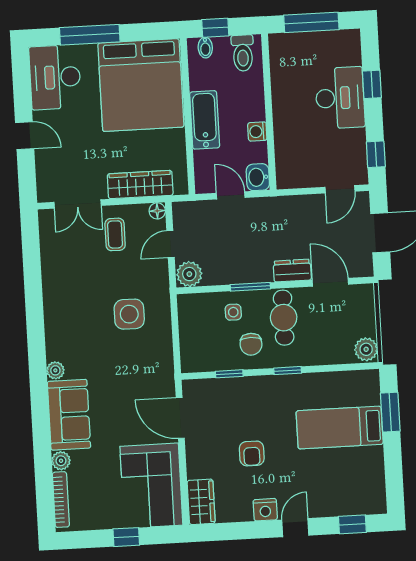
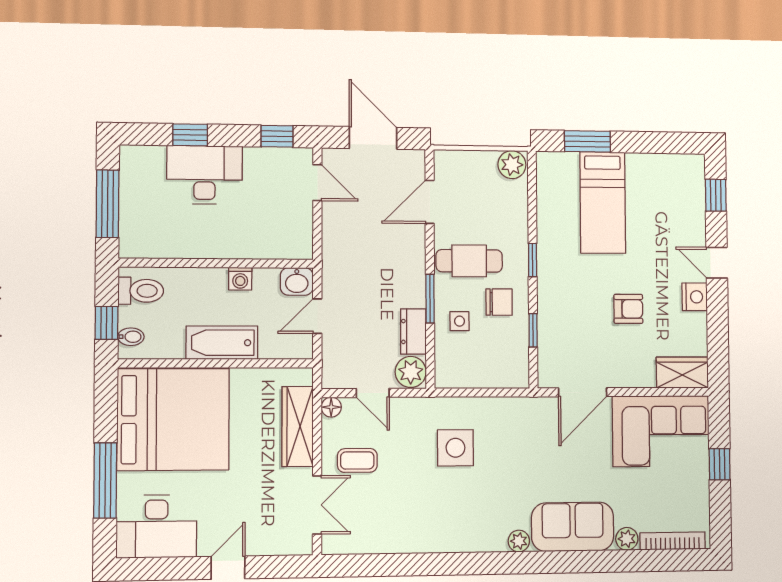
dresser: (292, 271) -> (413, 331), moved

